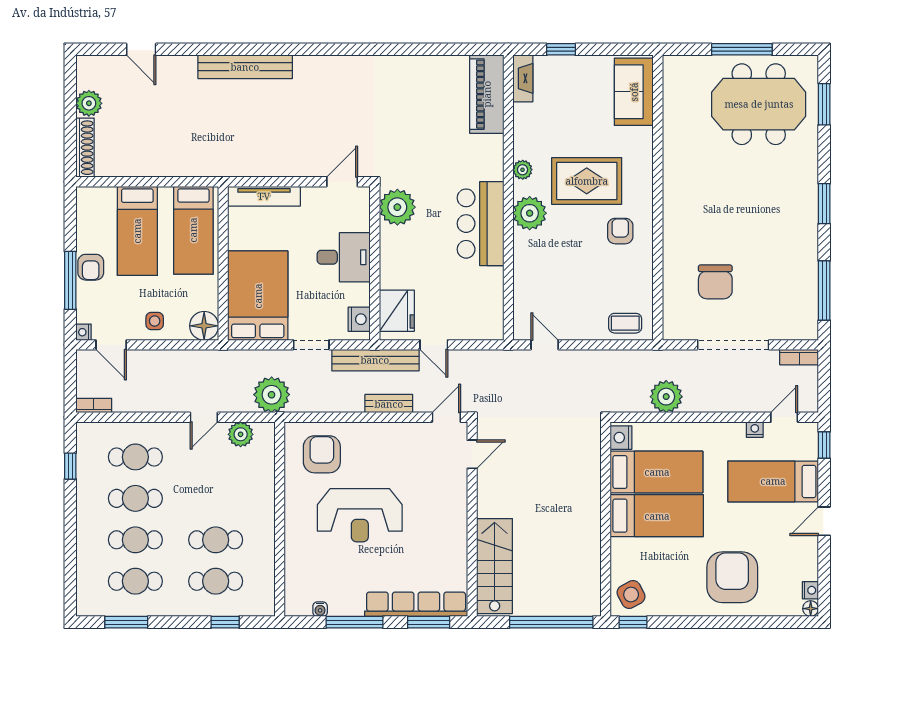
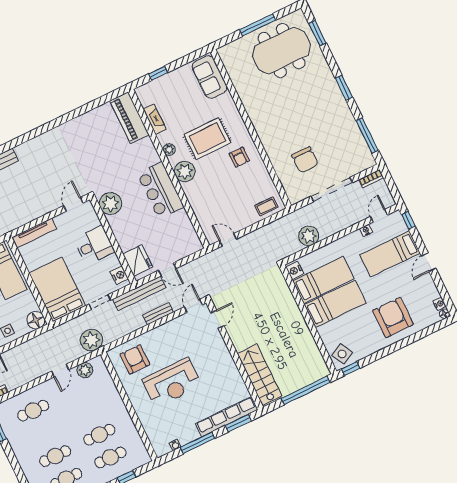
fireplace: (523, 78) -> (155, 119), moved
armchair: (620, 231) -> (239, 157), turned 180
cafe table: (135, 498) -> (44, 433), removed

